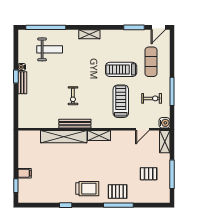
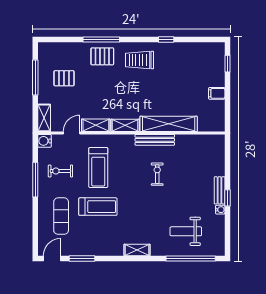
shelving: (123, 136) -> (96, 125), added
filing cabinet: (25, 173) -> (217, 93), moved

